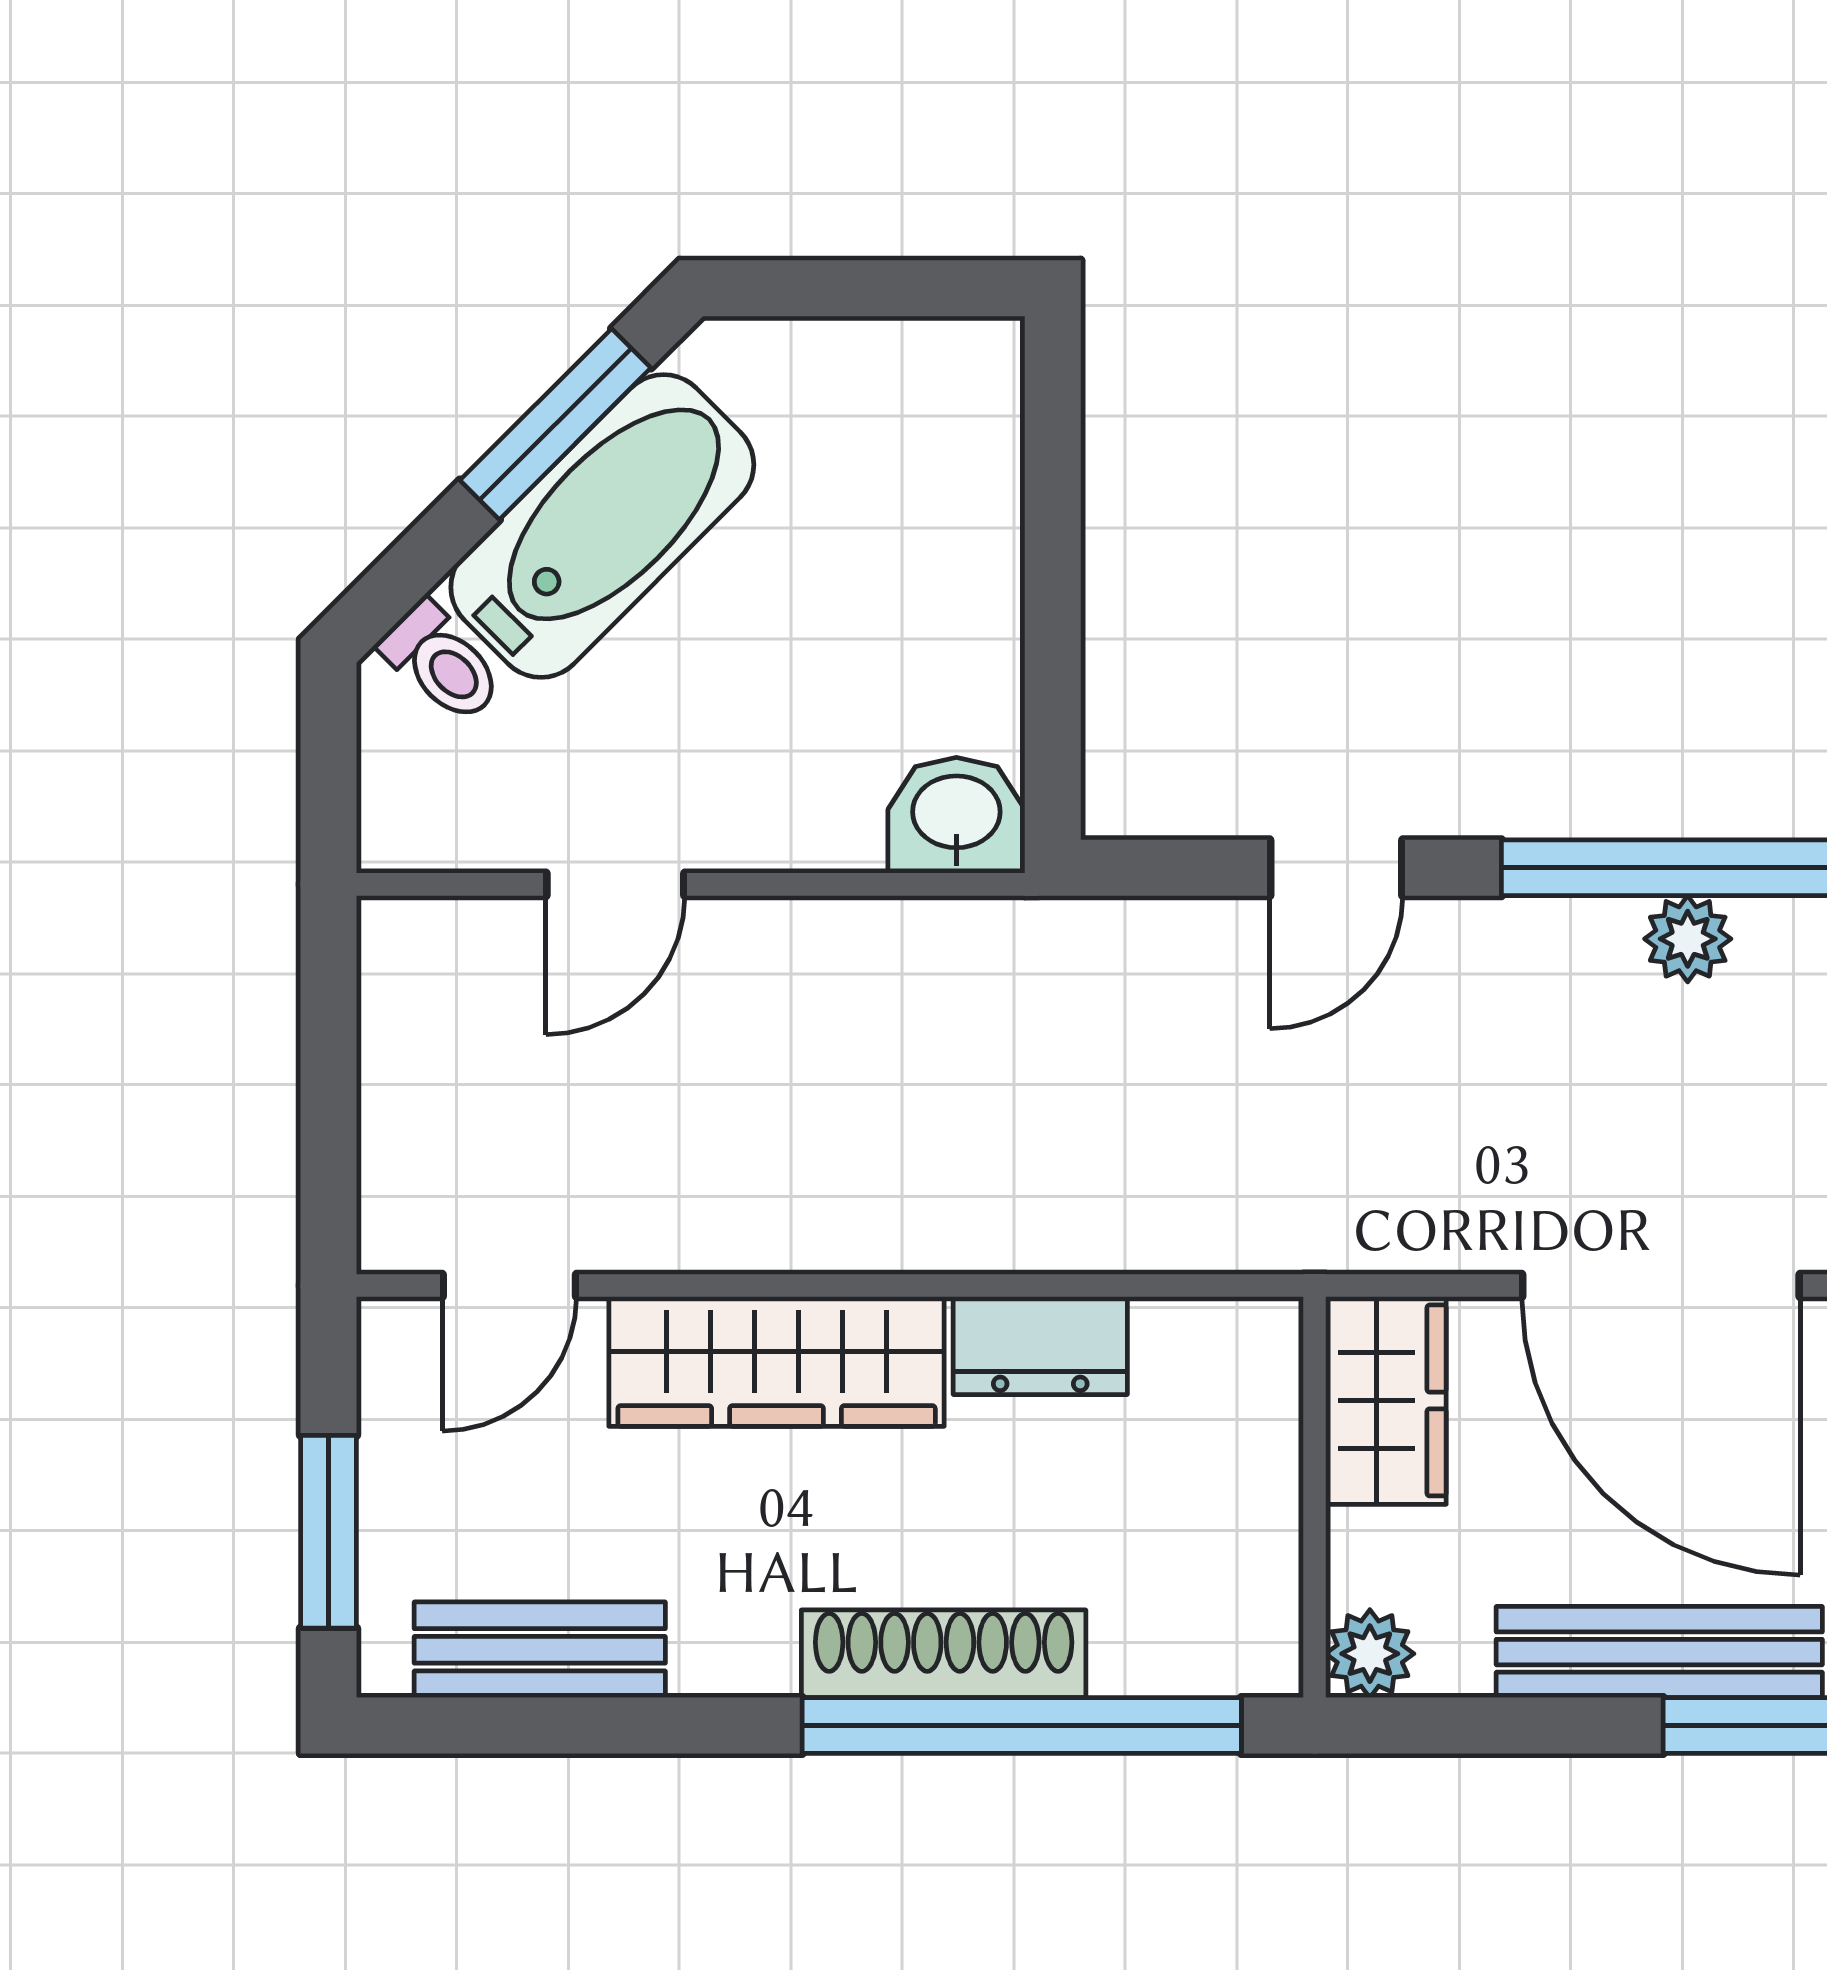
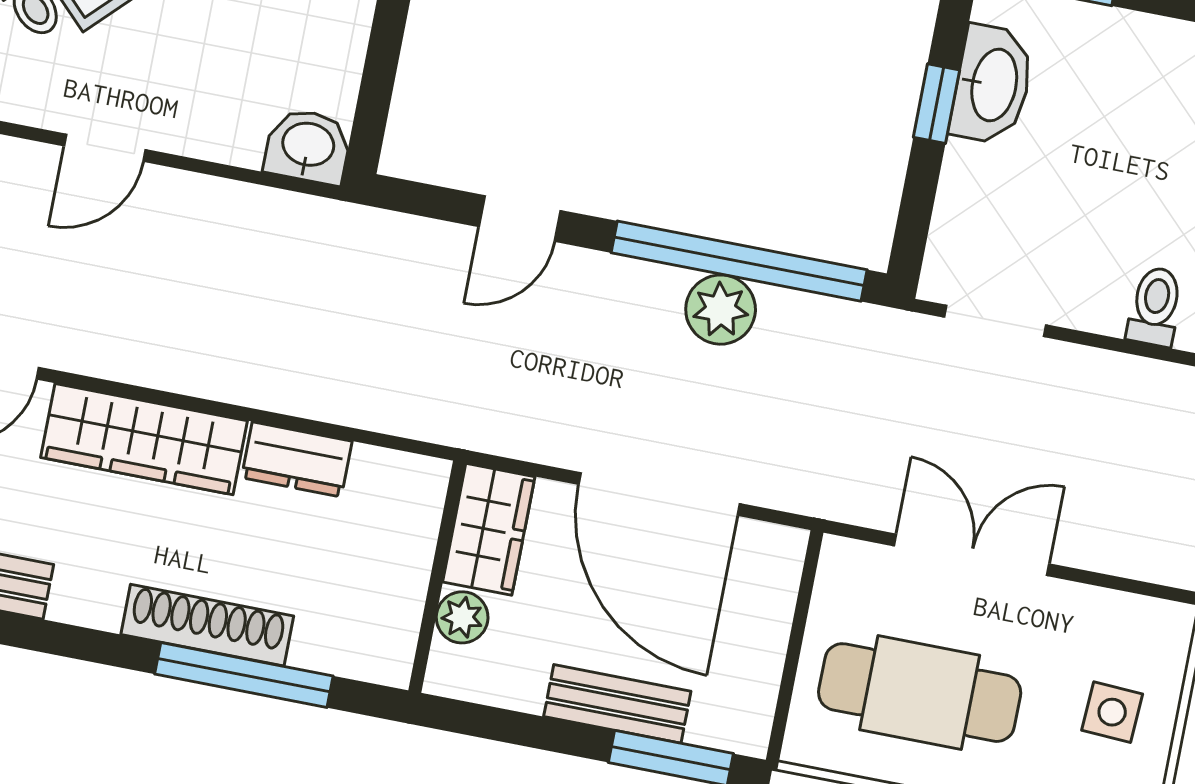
plant: (1688, 939) -> (721, 310), width x1.38, depth x1.38
bench: (1659, 1652) -> (617, 704), width x0.73
plant: (1370, 1654) -> (462, 617), moved
window: (1022, 1726) -> (244, 675), width x0.68

